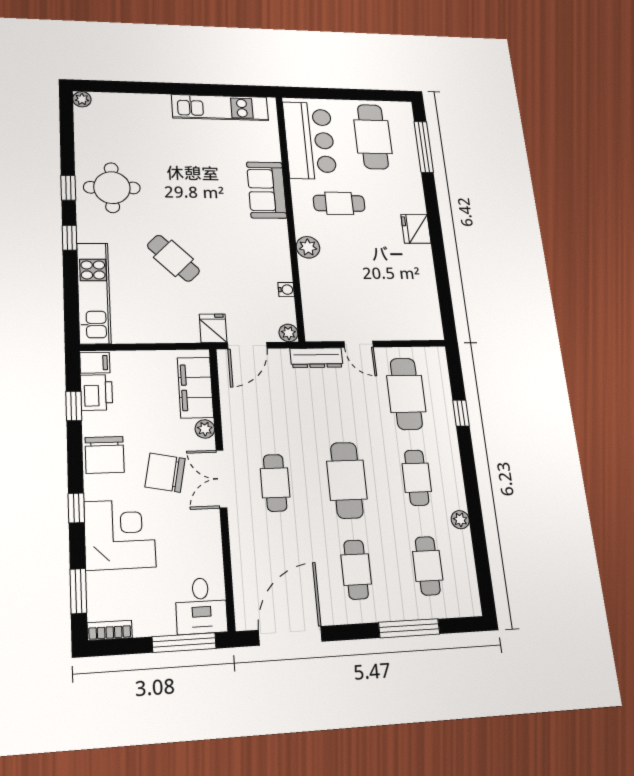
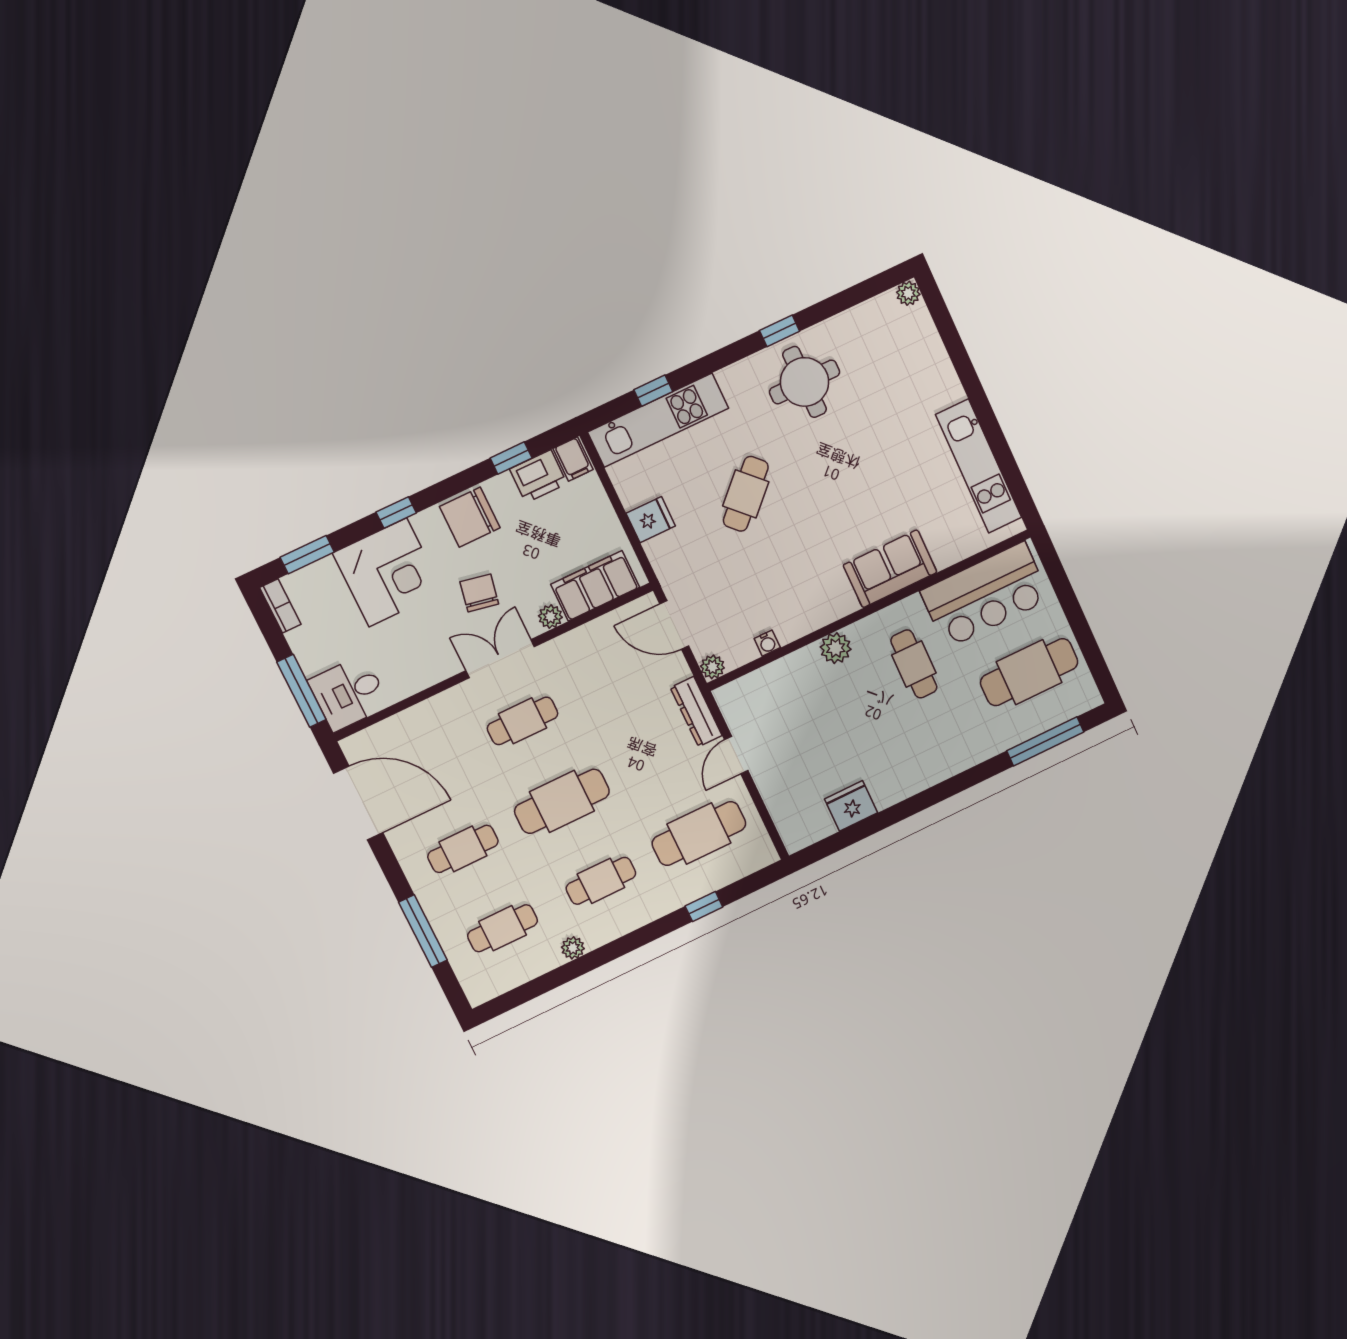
fridge: (416, 229) -> (851, 806), moved
window: (70, 238) -> (653, 391), moved
fridge: (213, 328) -> (651, 520), moved
chair: (165, 473) -> (479, 593), width x0.73, depth x0.73

